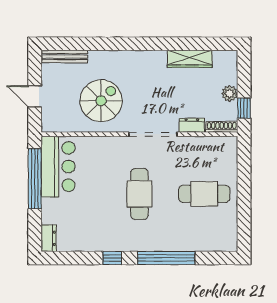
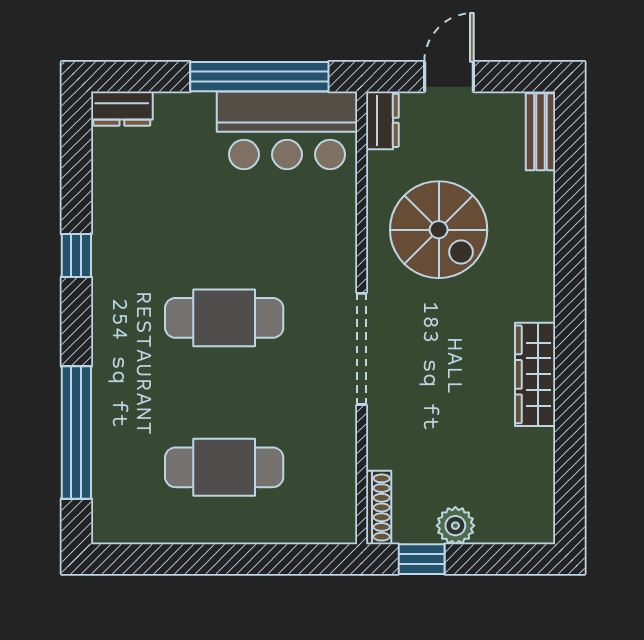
bench: (65, 57) -> (540, 132), width x0.73
wardrobe: (190, 59) -> (535, 374), moved
dresser: (192, 125) -> (382, 120), moved
cafe table: (204, 194) -> (224, 467), turned 90
window: (166, 258) -> (76, 432), moved

